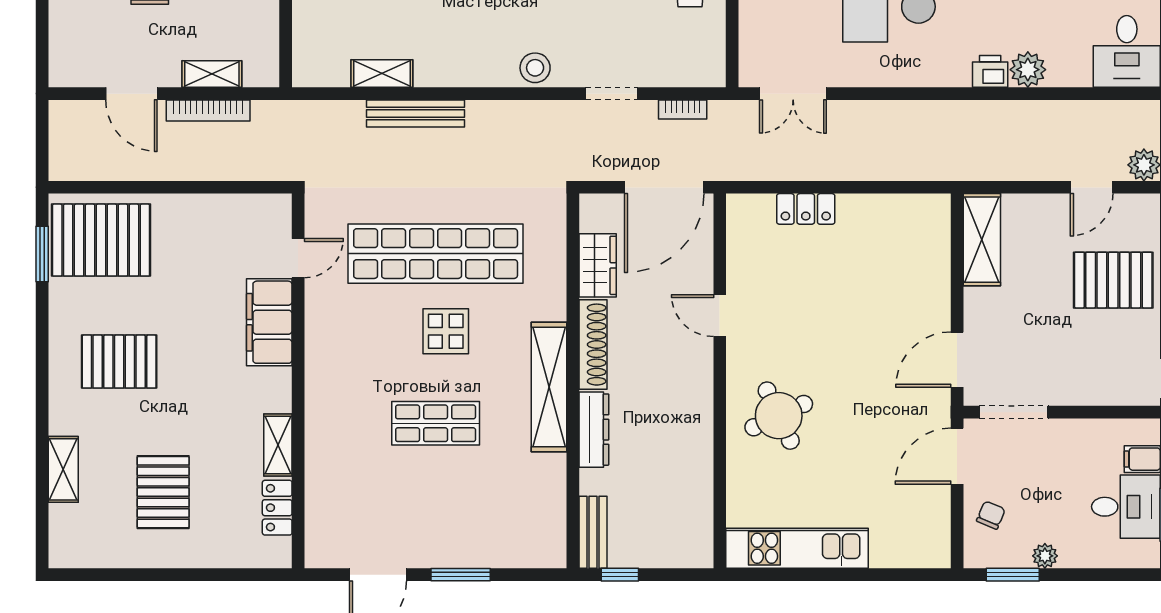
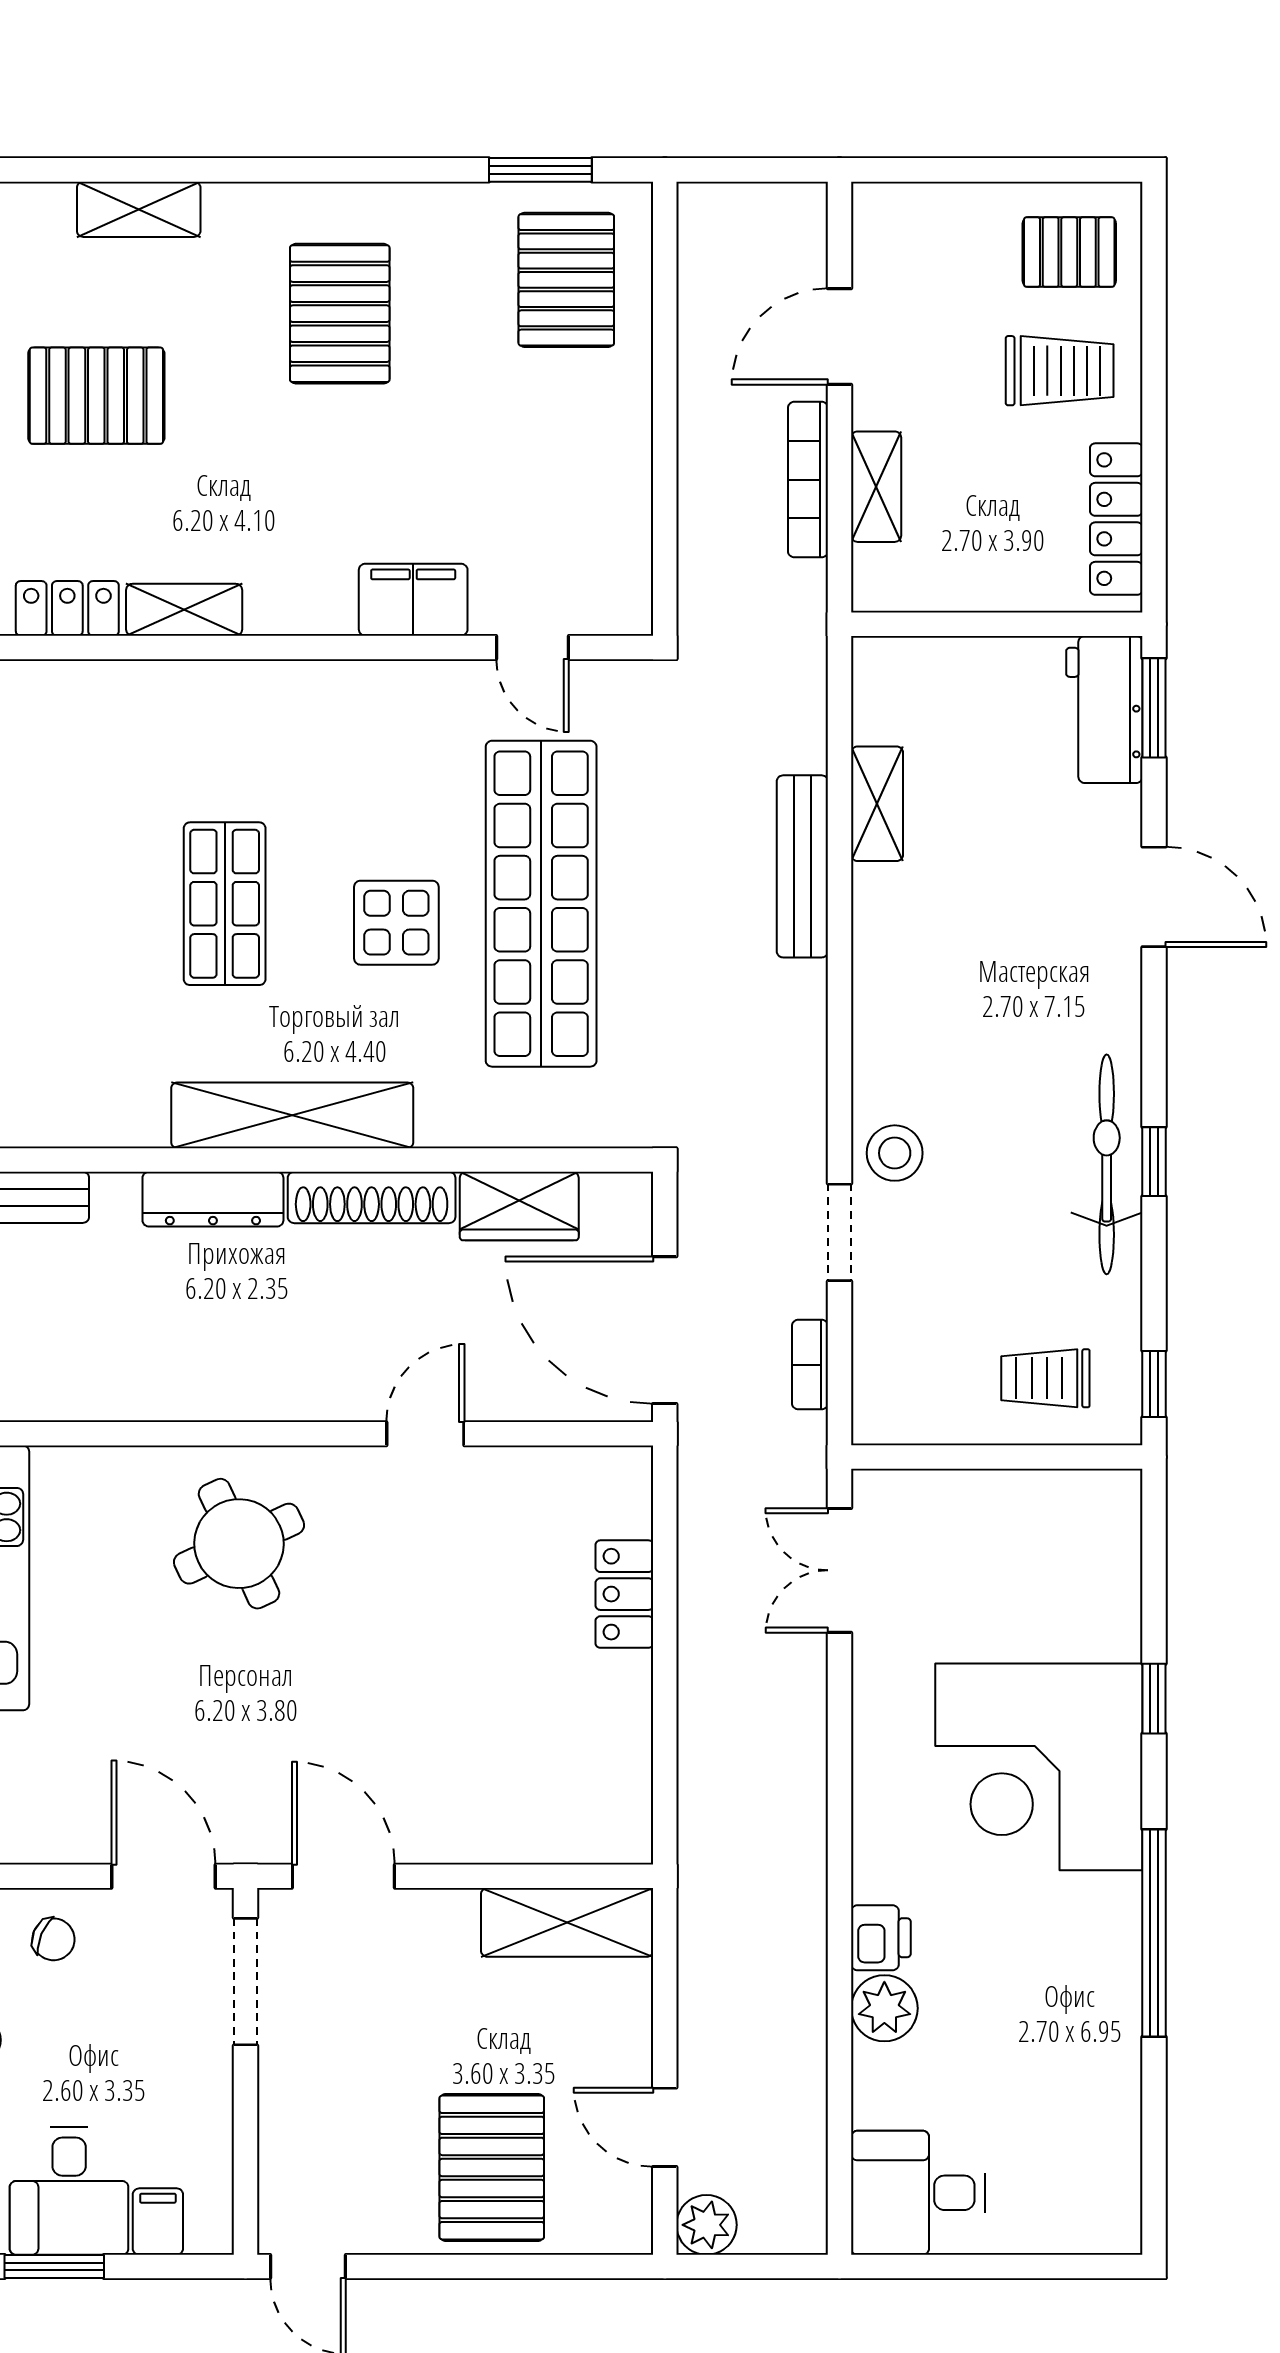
stool: (535, 68) -> (895, 1153), moved
pallet: (101, 240) -> (566, 280), width x0.73, depth x0.71
filing cabinet: (269, 322) -> (413, 600), width x0.67, depth x0.86

